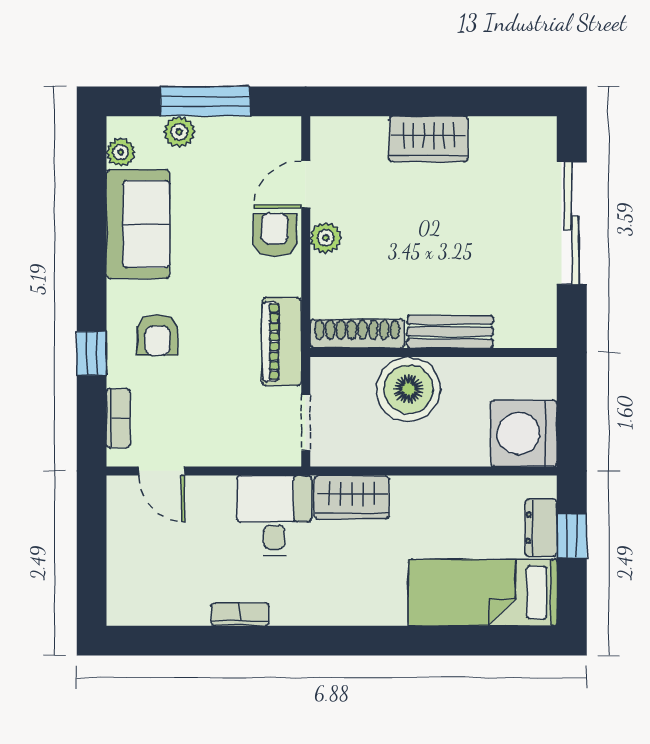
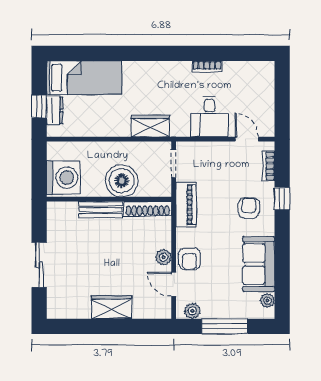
plant: (179, 132) -> (192, 311), moved
door: (306, 184) -> (174, 284), swing flipped
sliding door: (572, 223) -> (39, 265), width x0.73
washing machine: (524, 433) -> (63, 178), moved
desk: (274, 516) -> (209, 117), moved

